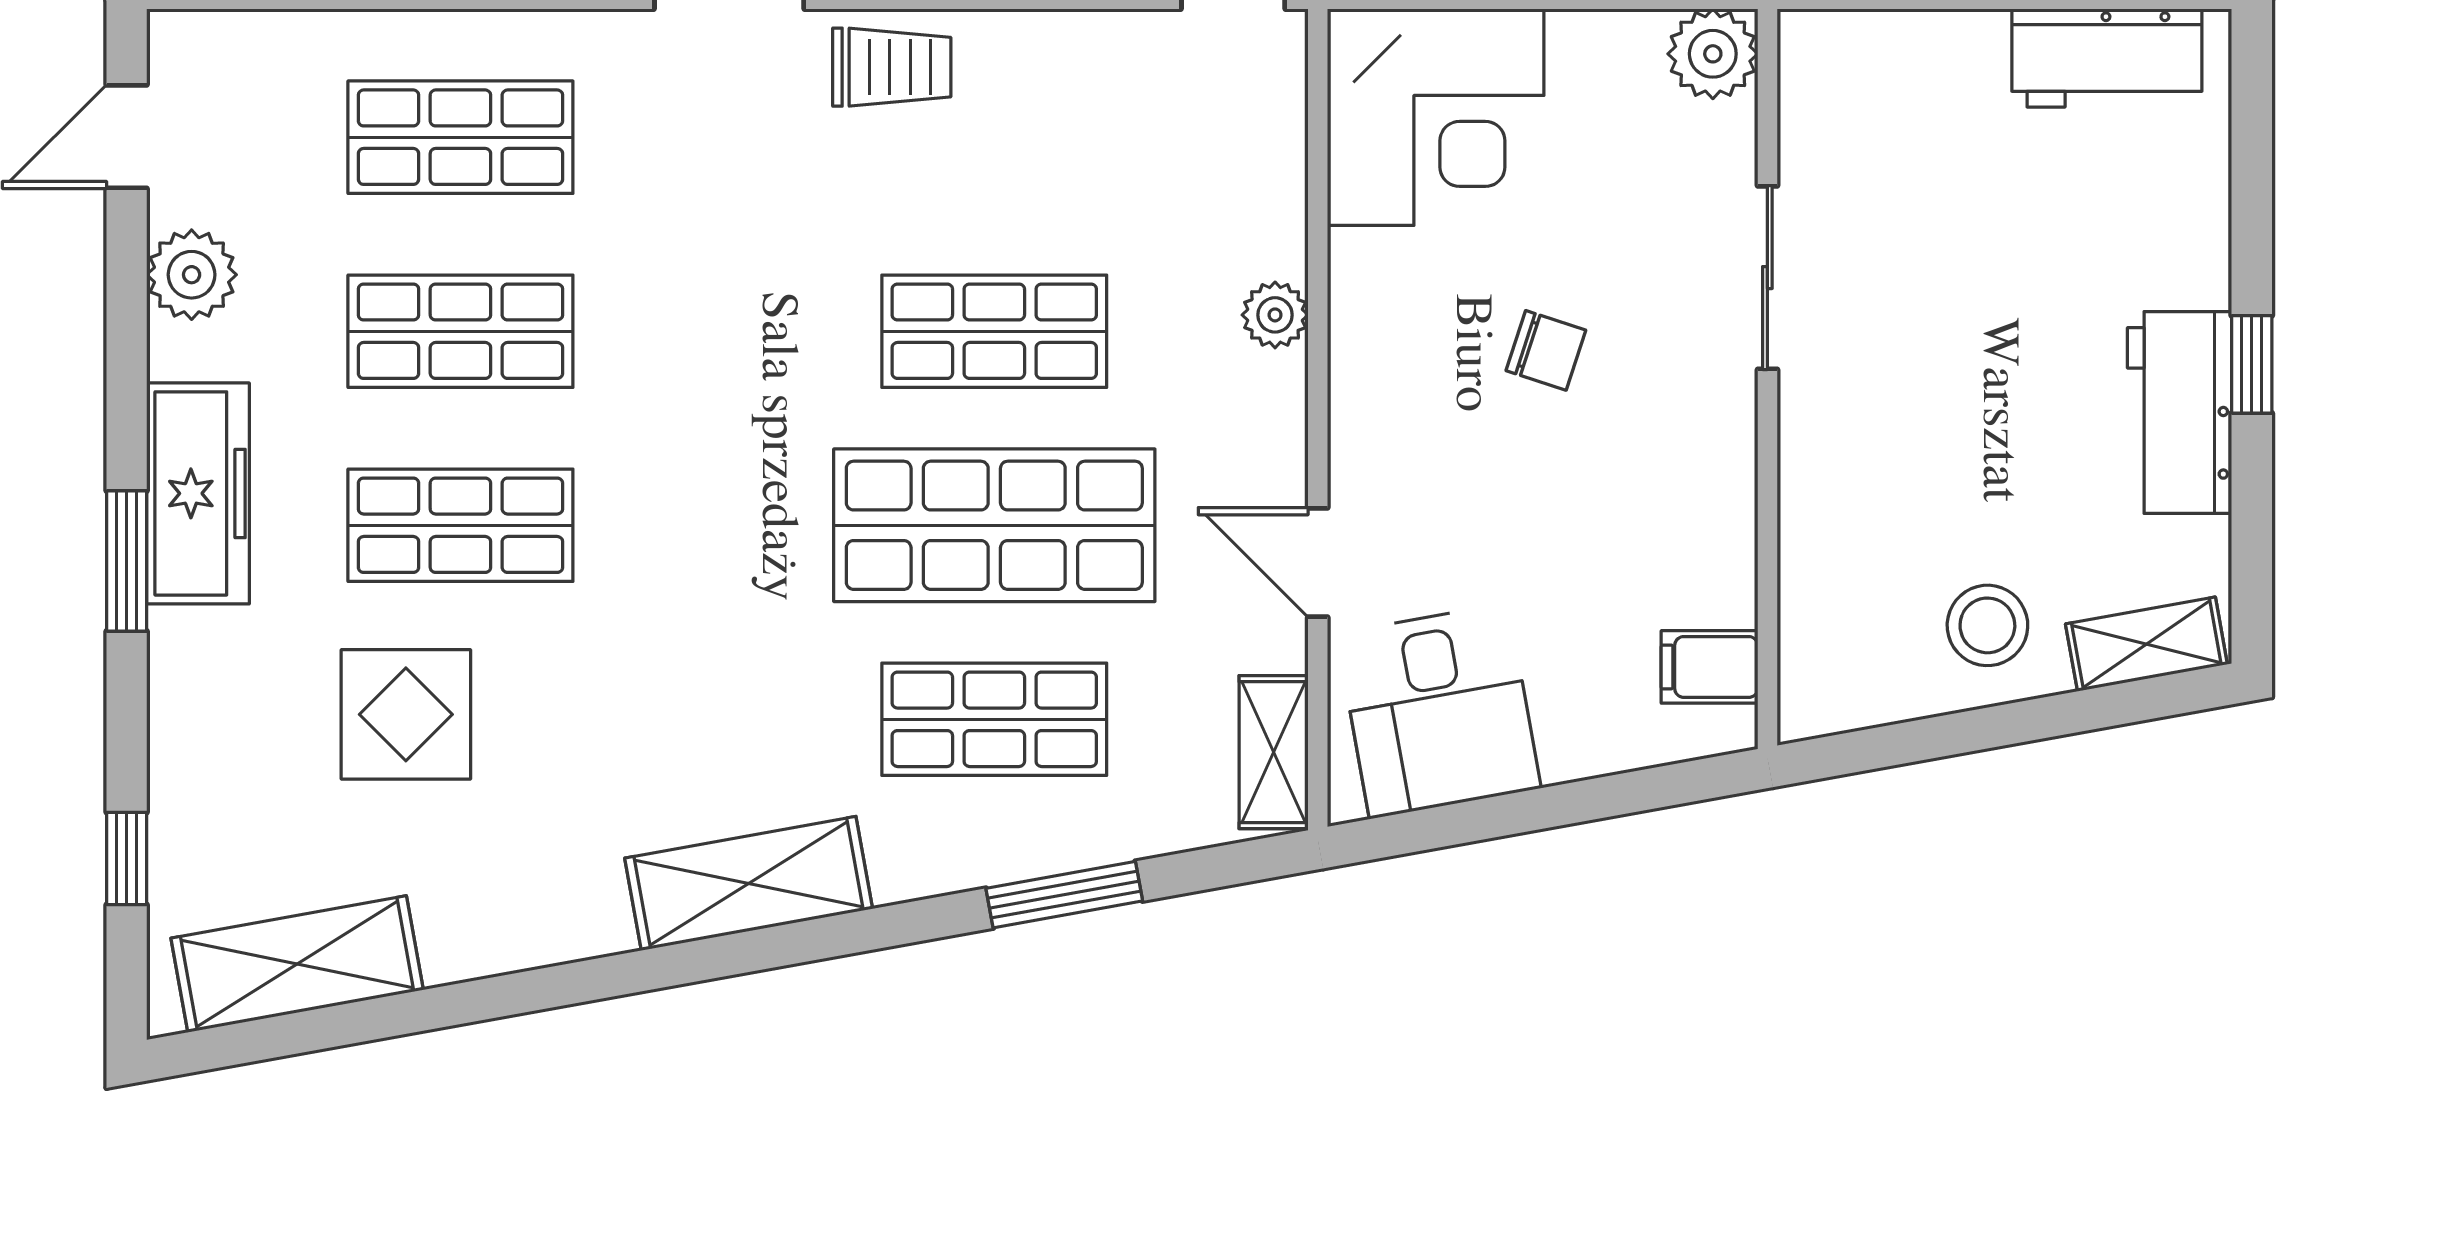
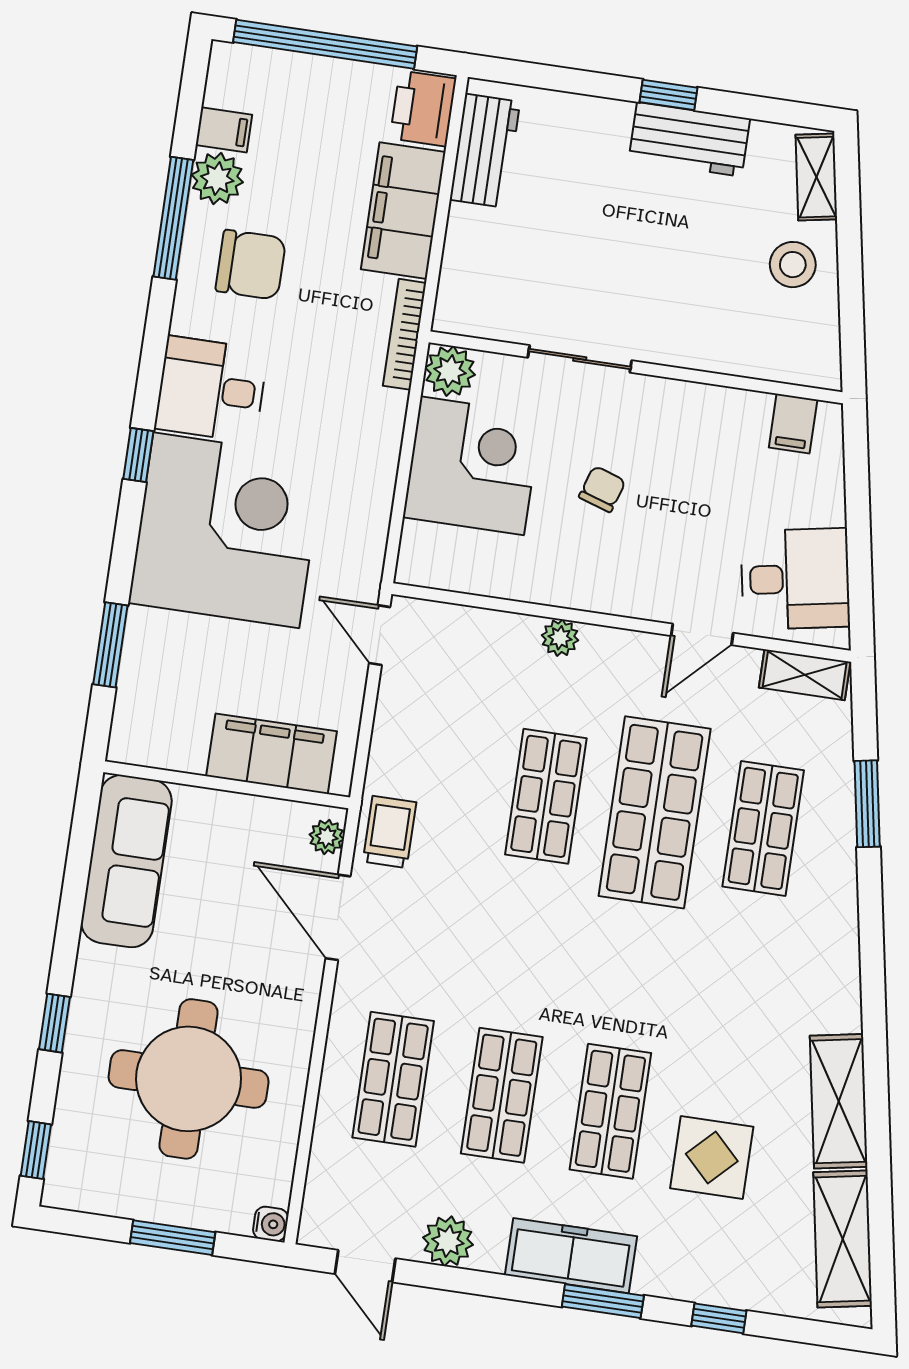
corner desk: (1436, 117) -> (472, 466), moved
window: (127, 858) -> (719, 1318), moved
shelving: (749, 883) -> (839, 1101), moved

